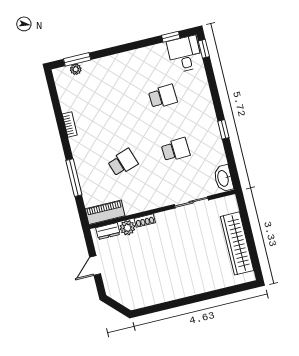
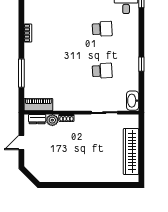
school desk: (123, 162) -> (61, 71), removed

